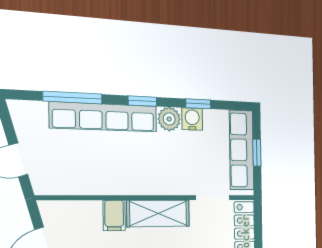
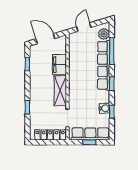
plant: (169, 119) -> (104, 34), moved
filing cabinet: (114, 215) -> (60, 65), width x2.00

